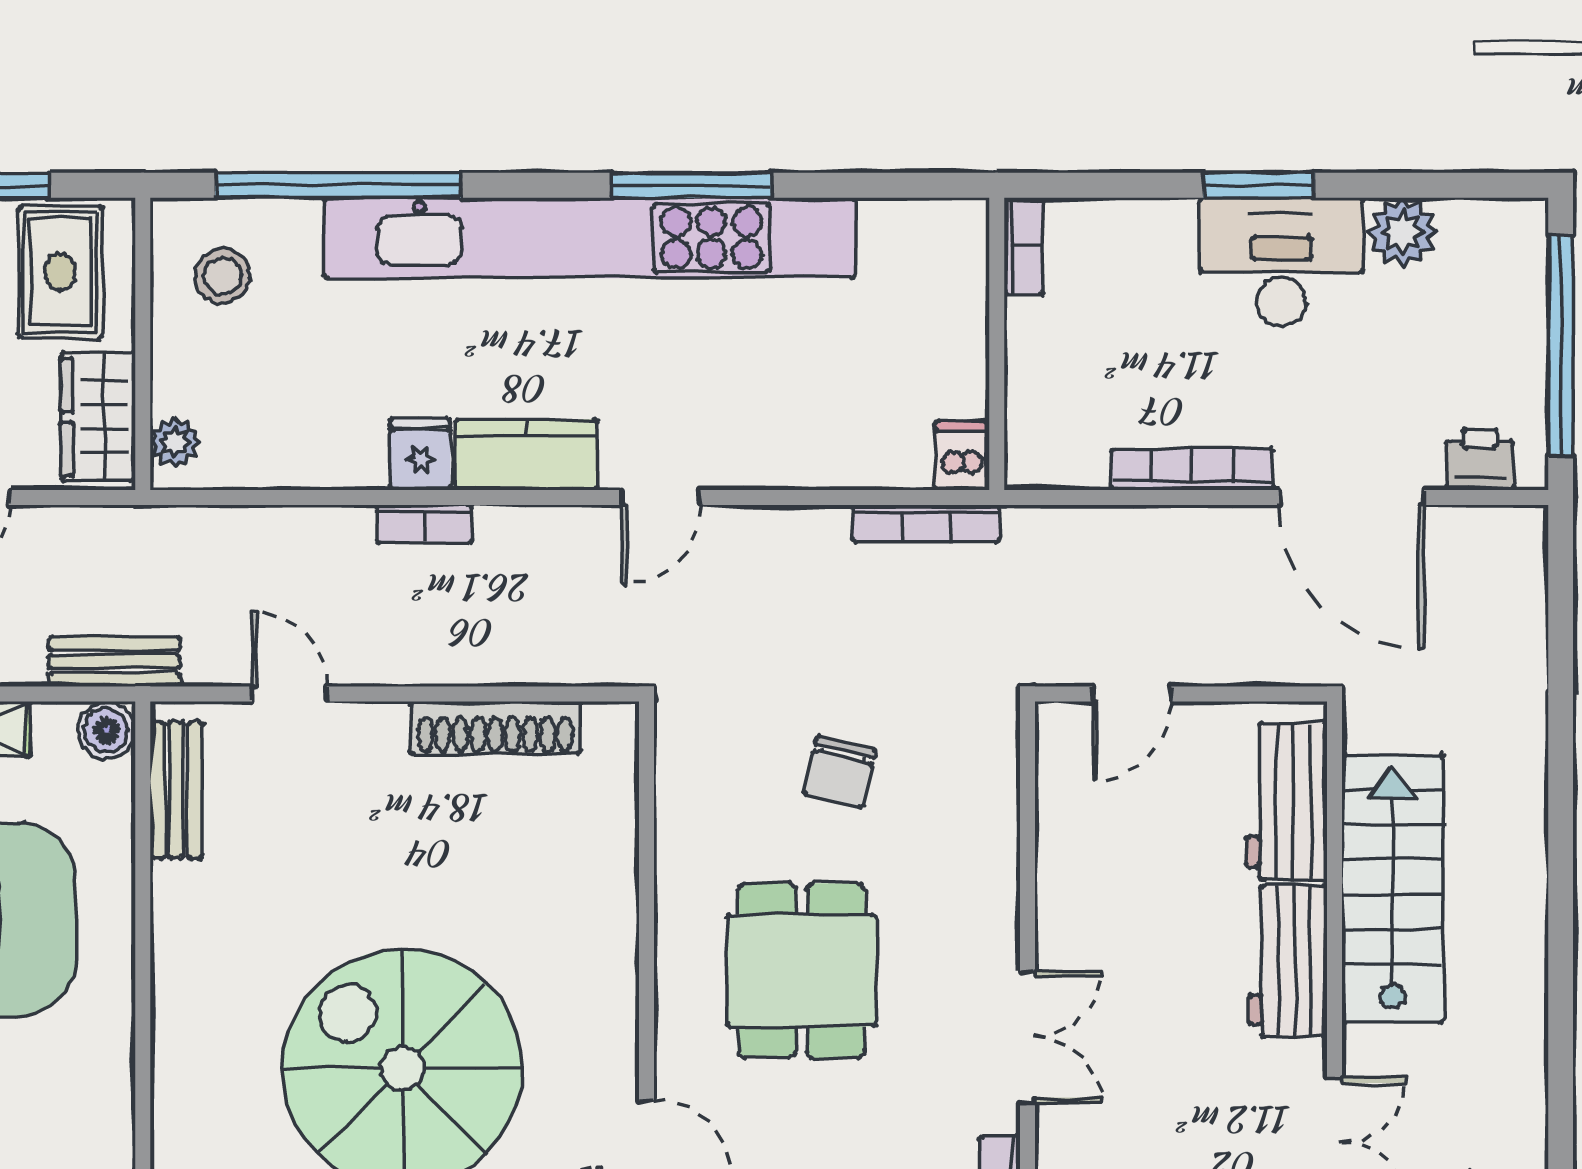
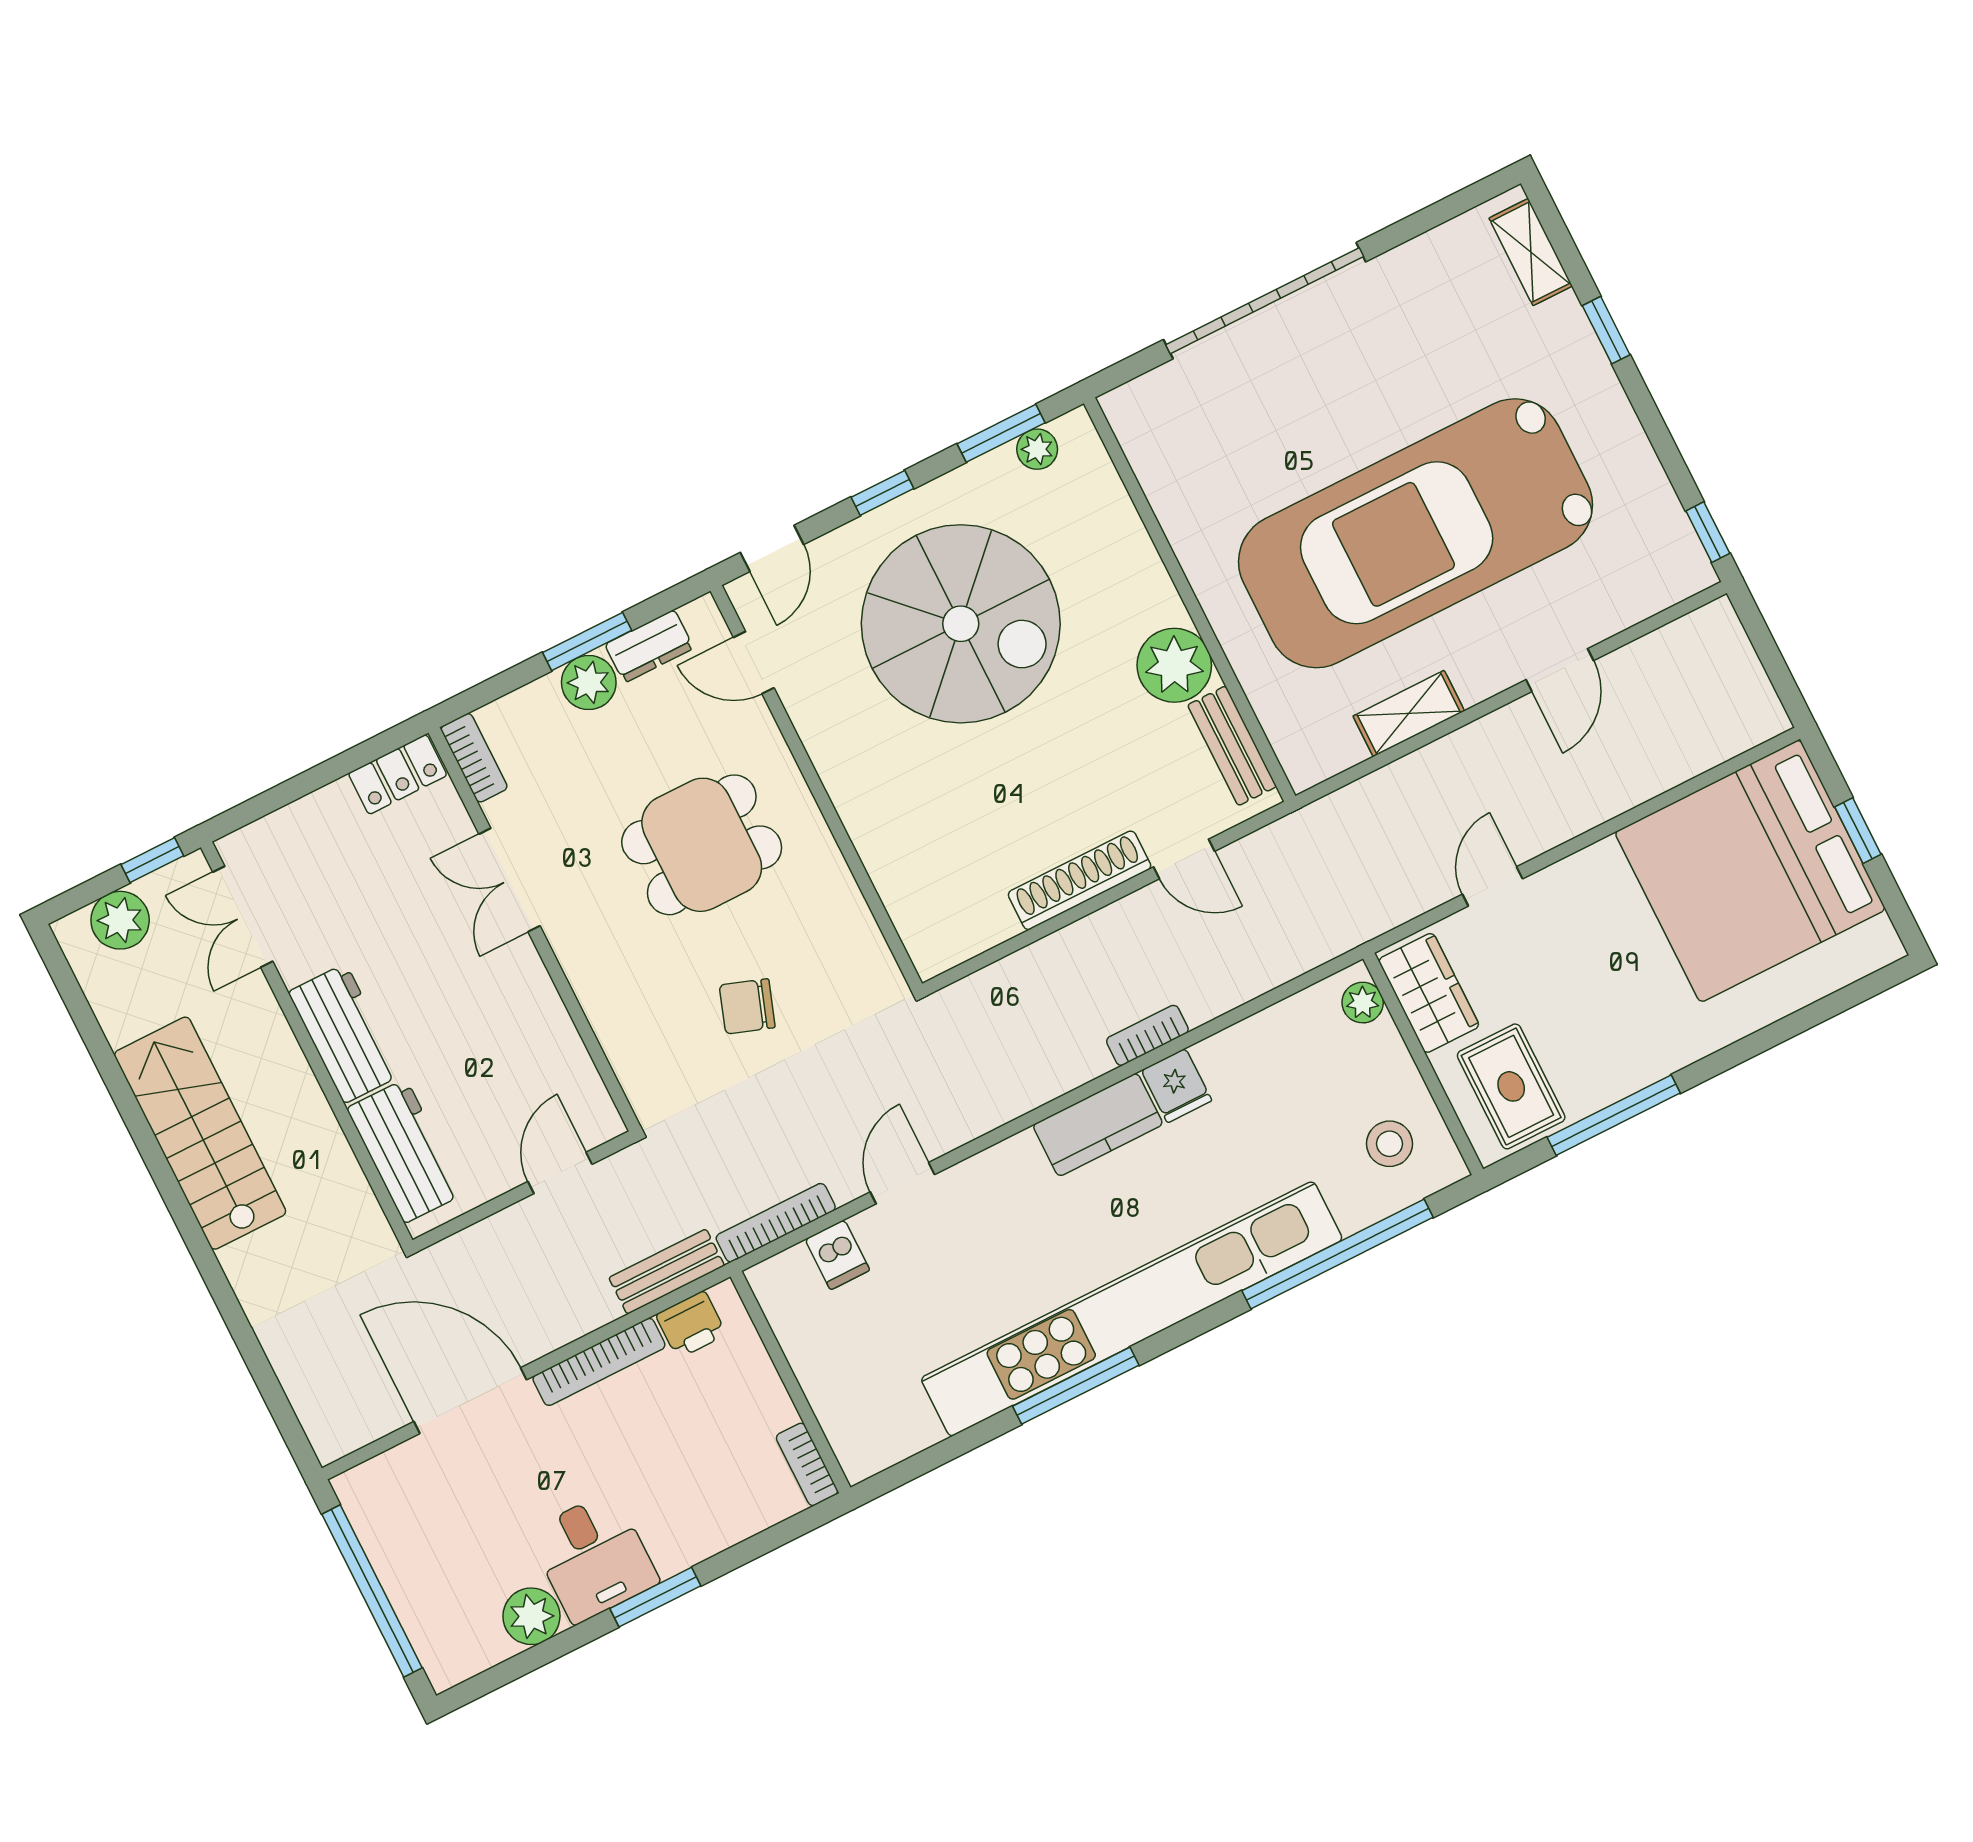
desk: (1281, 262) -> (593, 1557), width x0.73
dishwasher: (963, 455) -> (837, 1255), moved
printer: (1480, 460) -> (691, 1325), moved
door: (661, 497) -> (902, 1183), moved
bench: (114, 661) -> (667, 1272), moved
shoe rack: (495, 728) -> (1080, 880), moved
boiler: (107, 730) -> (1306, 764), removed
chair: (840, 772) -> (747, 1006), turned -84
stairs: (1392, 889) -> (200, 1133), moved, turned 180
plant: (195, 908) -> (1174, 665), added
dining table: (801, 971) -> (702, 845), turned 90

